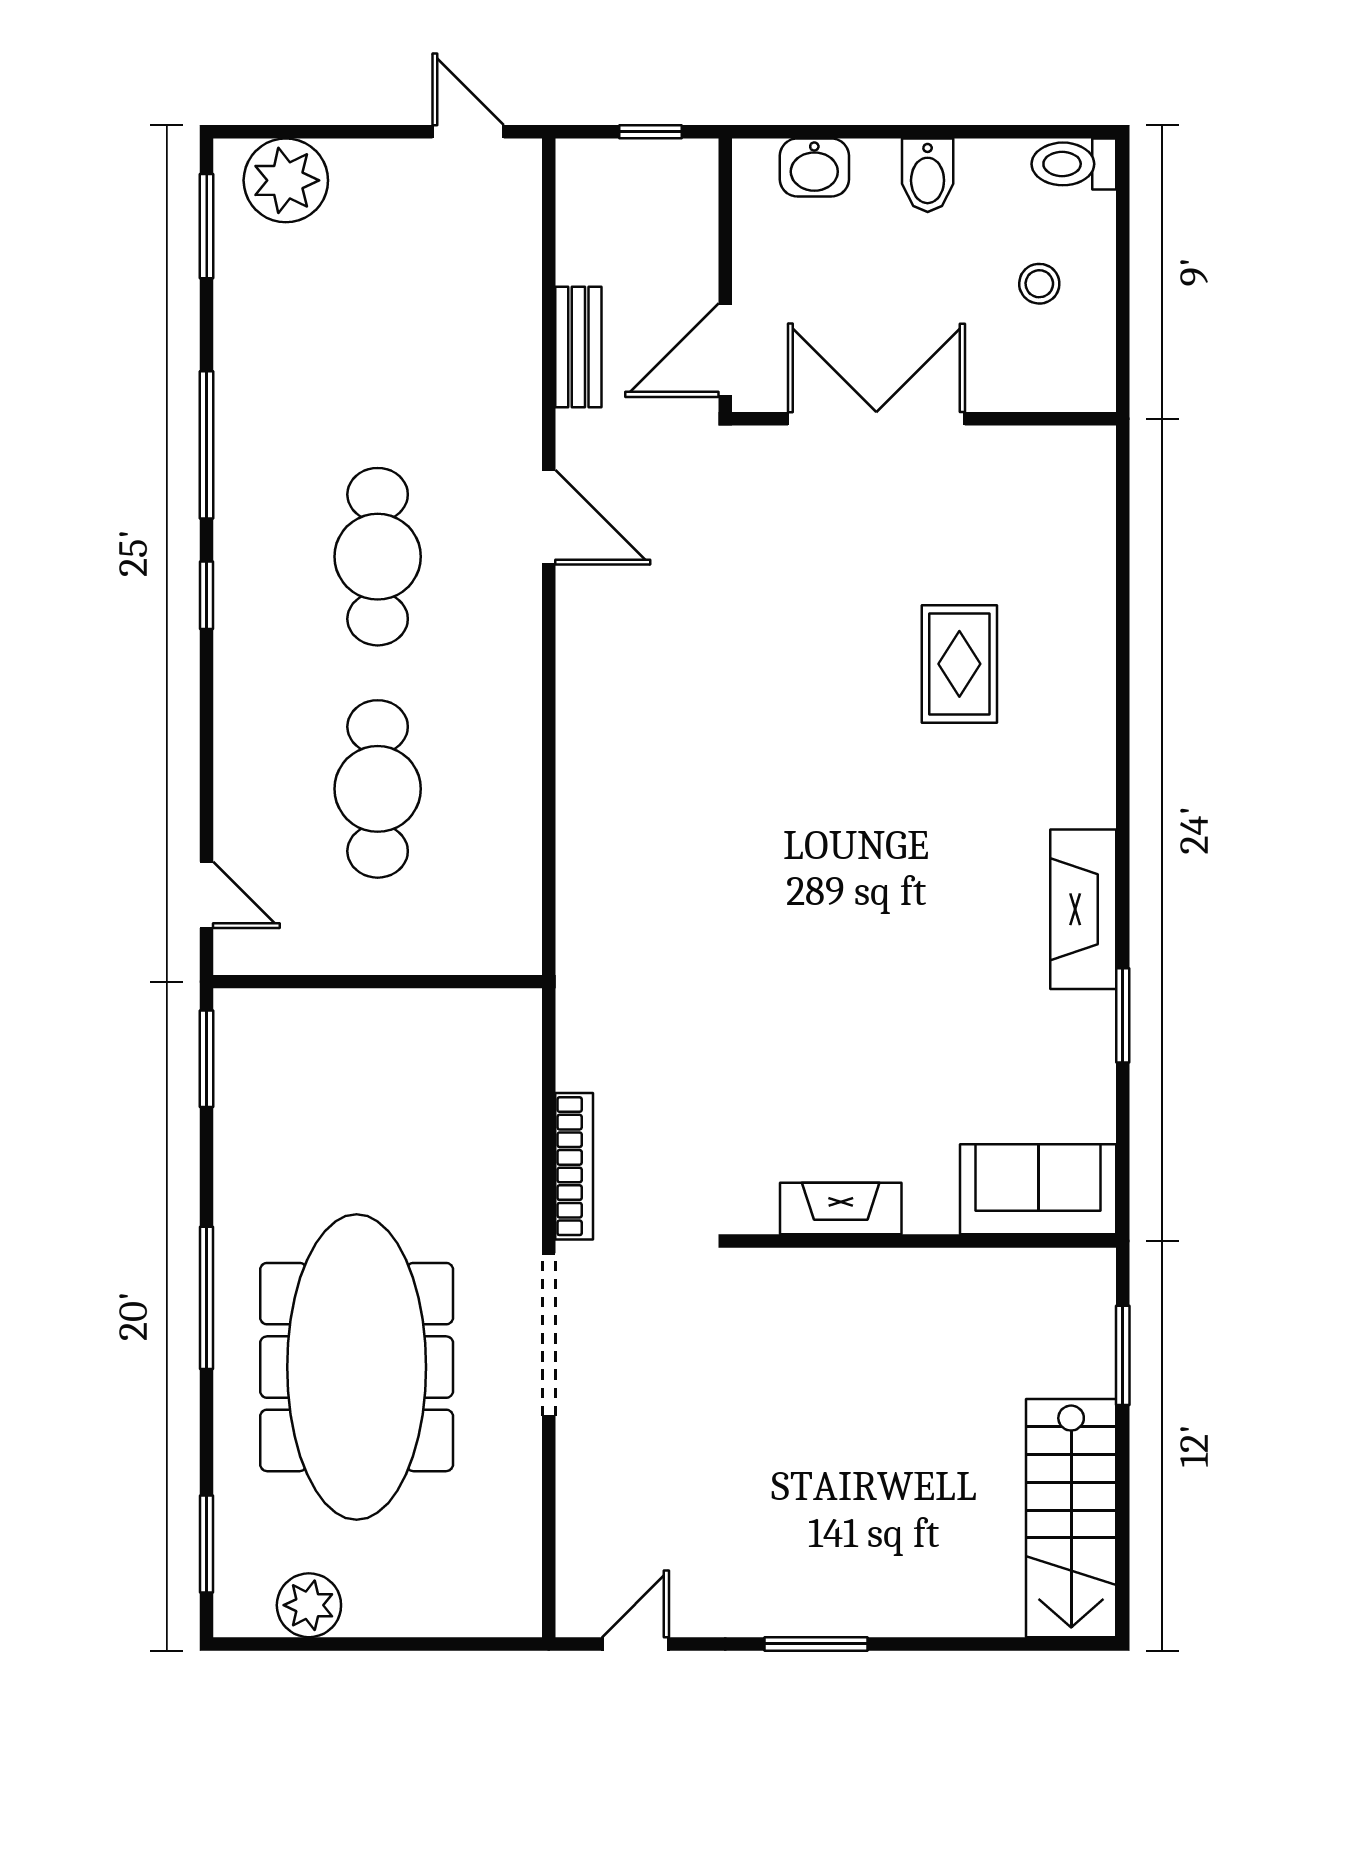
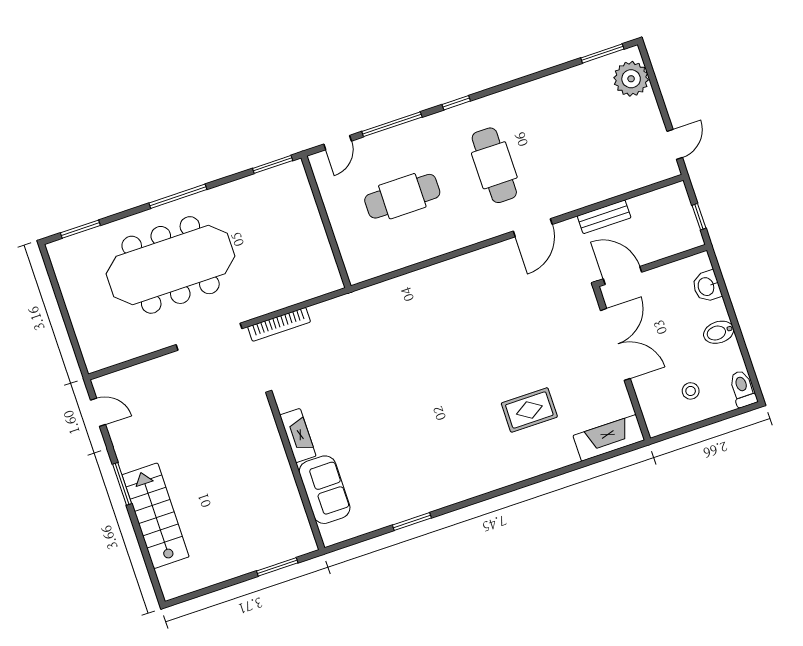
window: (207, 445) -> (392, 124), moved
cafe table: (378, 557) -> (494, 165), turned 90
fireplace: (1083, 909) -> (609, 438), moved
sofa: (1038, 1189) -> (325, 490), moved
stairs: (1071, 1518) -> (156, 516), moved, turned 90
plant: (309, 1605) -> (70, 278), removed

